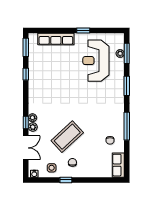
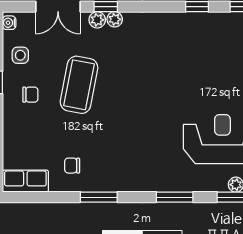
window: (127, 126) -> (99, 197), width x0.69
coffee table: (67, 137) -> (79, 85), turned 54

